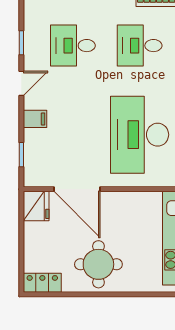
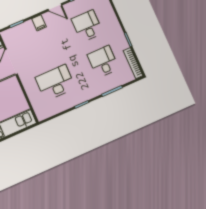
desk: (140, 135) -> (55, 83), width x0.73, depth x0.77

